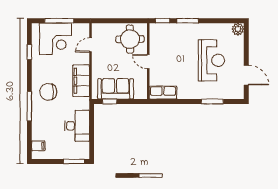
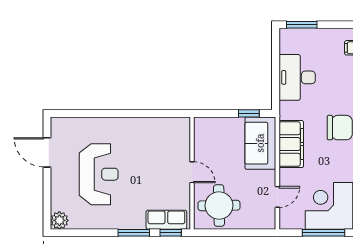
reception desk: (211, 60) -> (99, 174), turned 180
sofa: (116, 89) -> (260, 143), moved, turned 90
row of seats: (163, 93) -> (166, 220), moved, turned 180
window: (212, 101) -> (98, 113), removed

